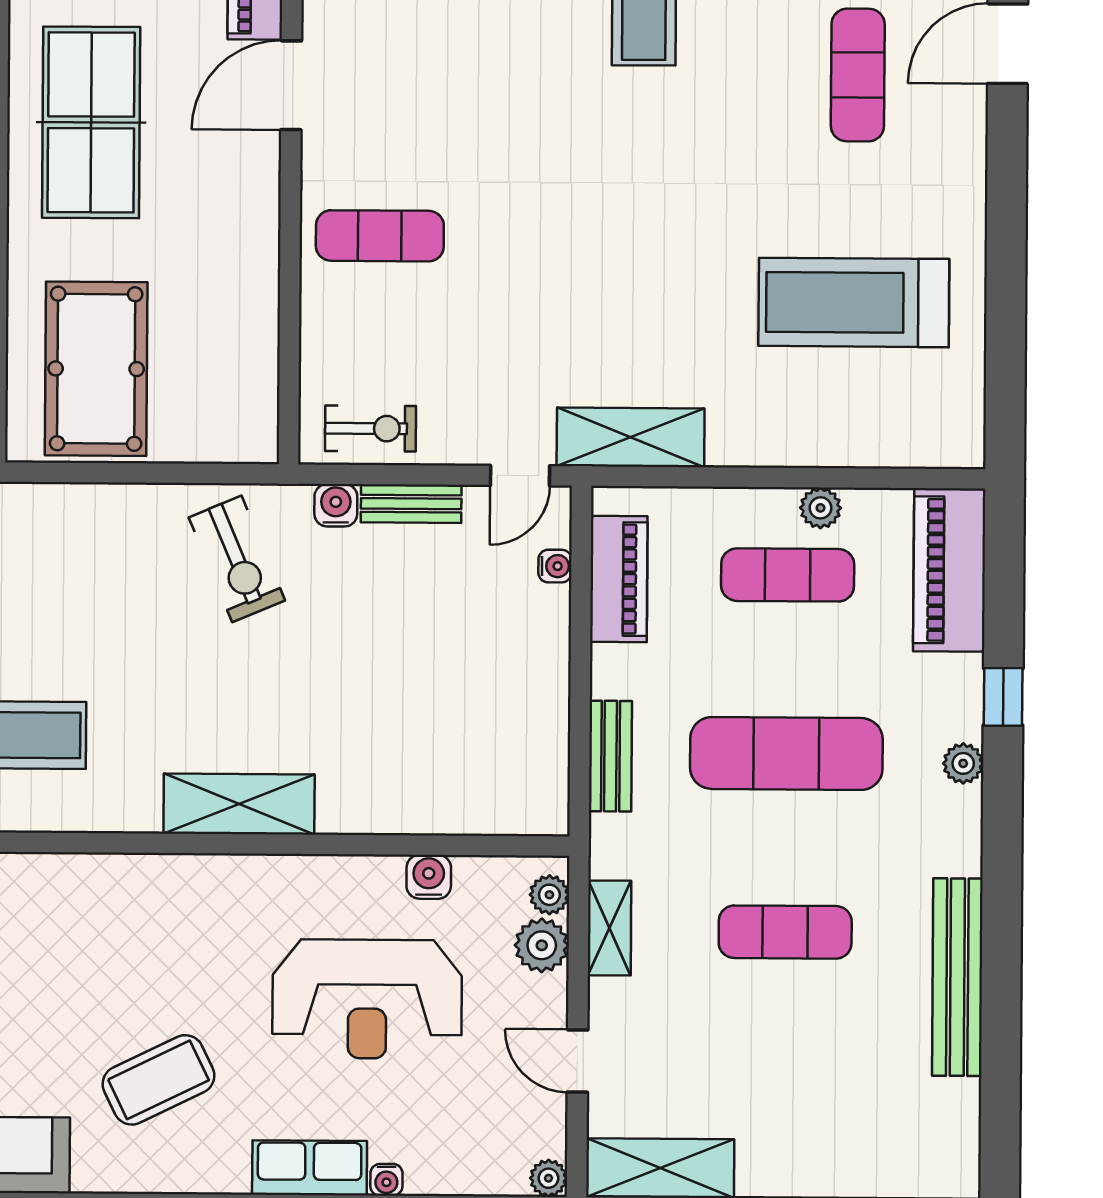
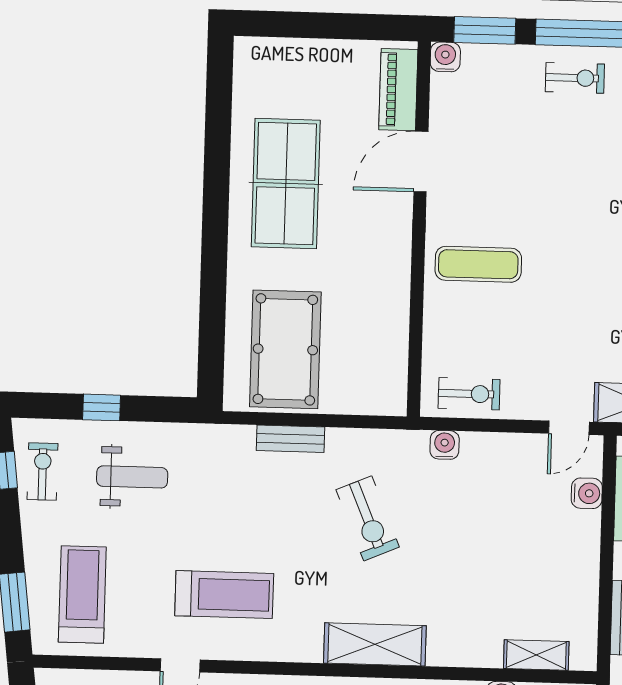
bench: (411, 504) -> (291, 439), moved
exercise bike: (237, 559) -> (368, 518), moved
water cooler: (555, 566) -> (587, 493), width x1.38, depth x1.38
shelving: (479, 814) -> (536, 655), added

